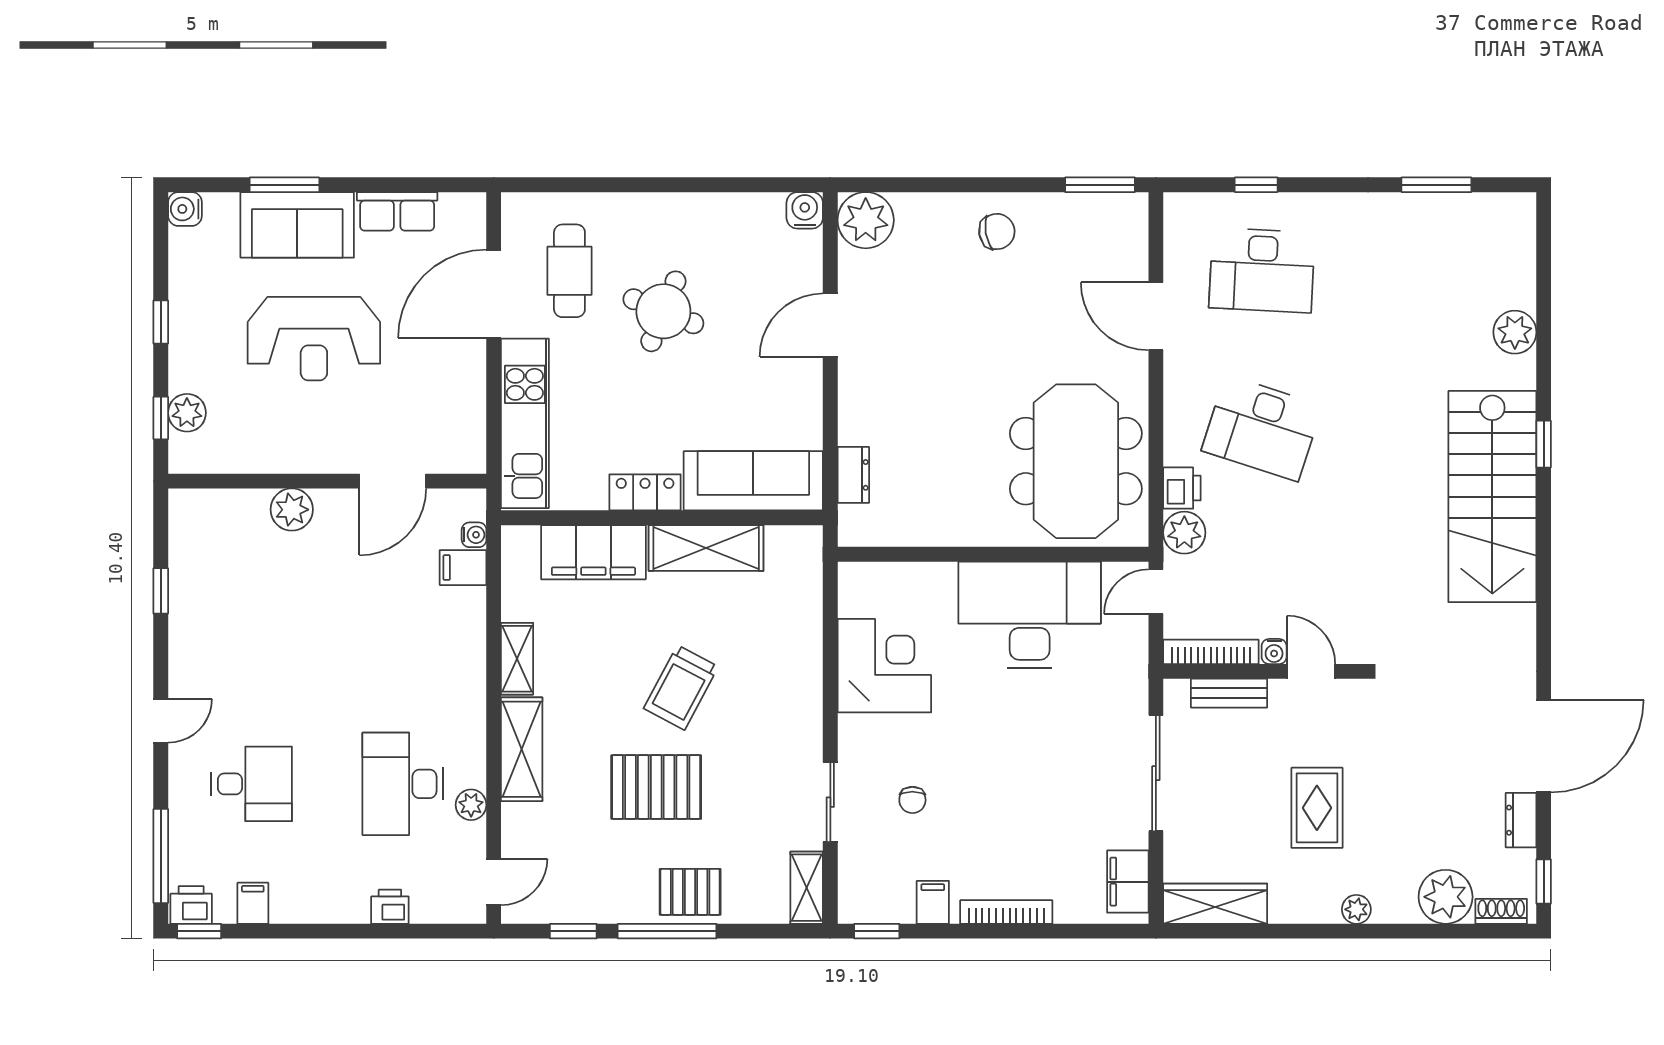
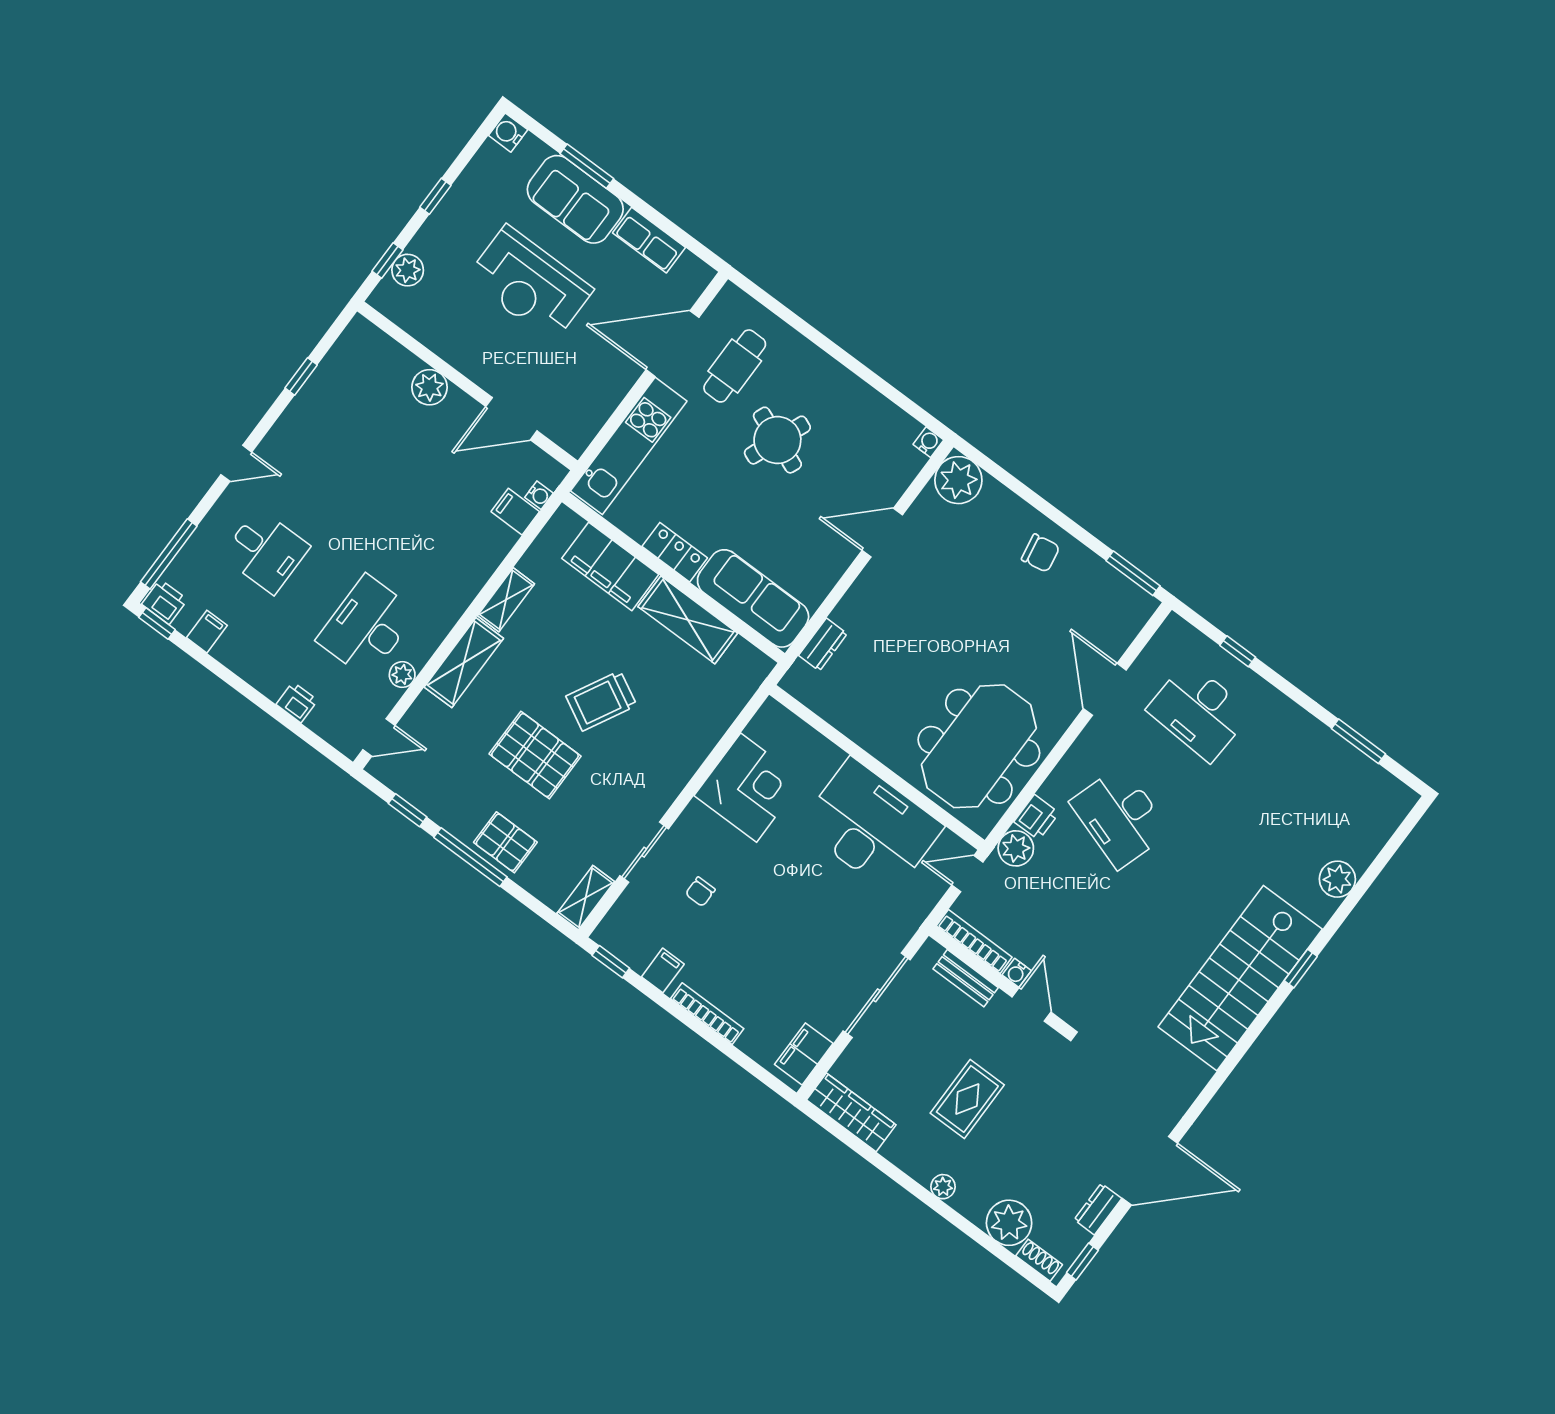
water cooler: (805, 210) -> (928, 442), width x0.72, depth x0.72

